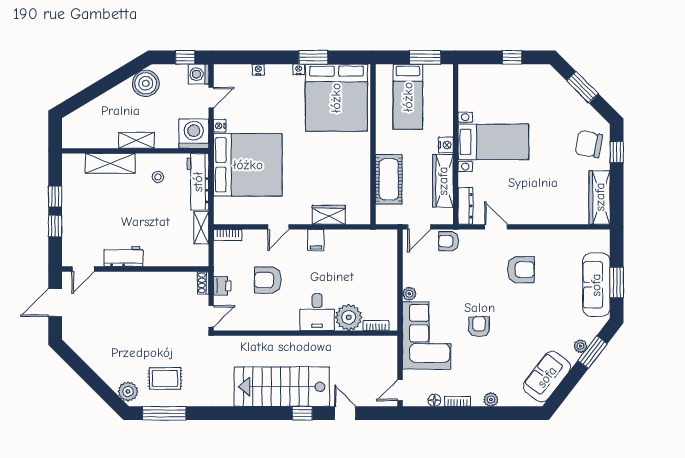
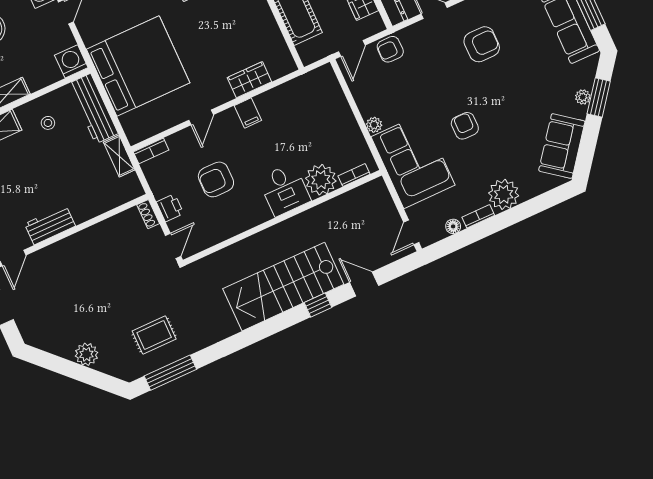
nightstand: (220, 126) -> (89, 38), removed
washing machine: (194, 134) -> (71, 61), width x0.73, depth x0.73
plant: (128, 391) -> (86, 354), moved
plant: (491, 399) -> (504, 194), width x1.87, depth x1.87

